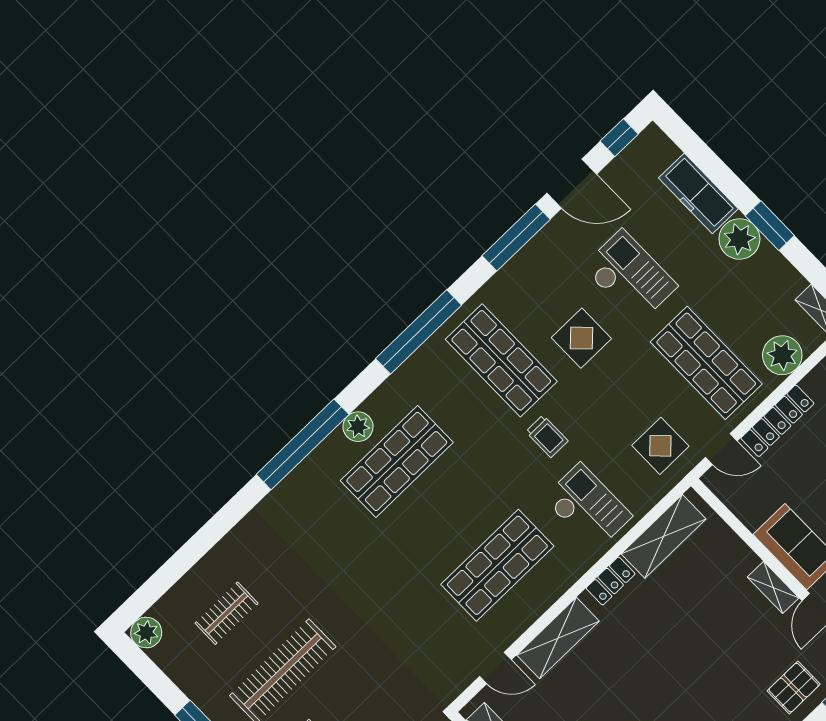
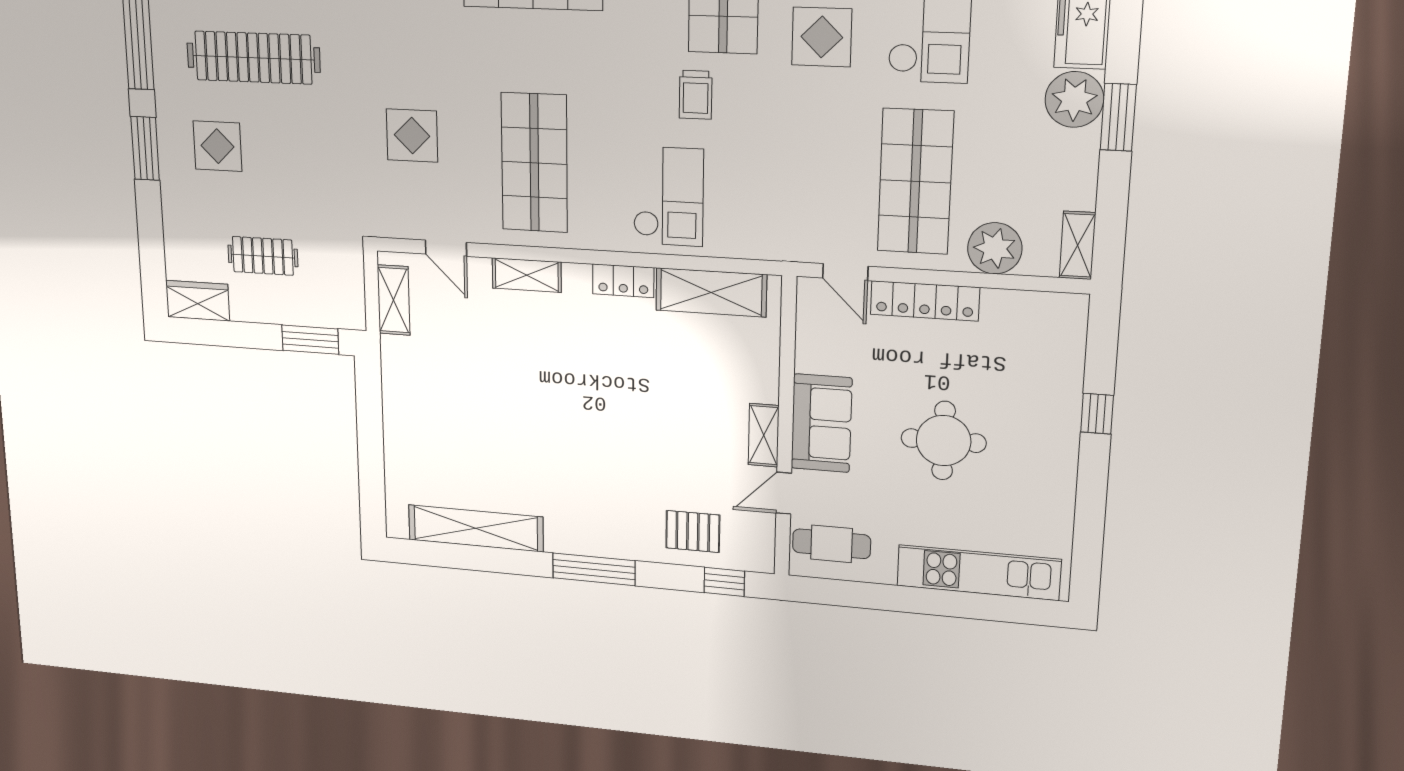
display table: (660, 446) -> (412, 136), moved
shop shelf: (497, 565) -> (534, 163), turned 90
shelving: (558, 638) -> (527, 275), width x0.67, depth x0.75

